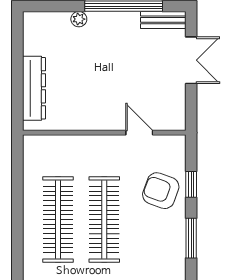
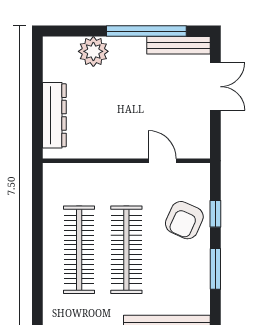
plant: (79, 19) -> (93, 51), width x1.88, depth x1.88
bench: (163, 20) -> (178, 45), width x1.36
armchair: (161, 191) -> (184, 220), turned -86

